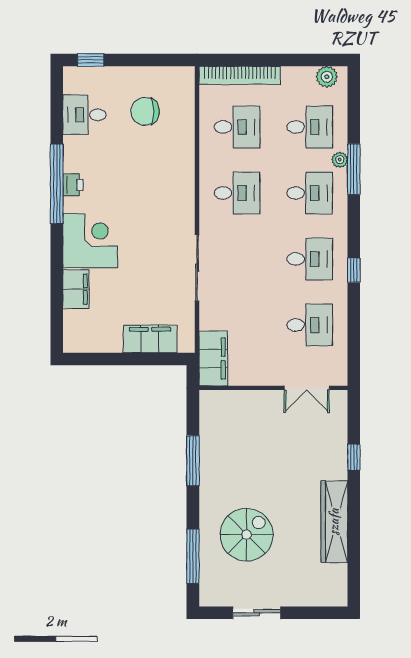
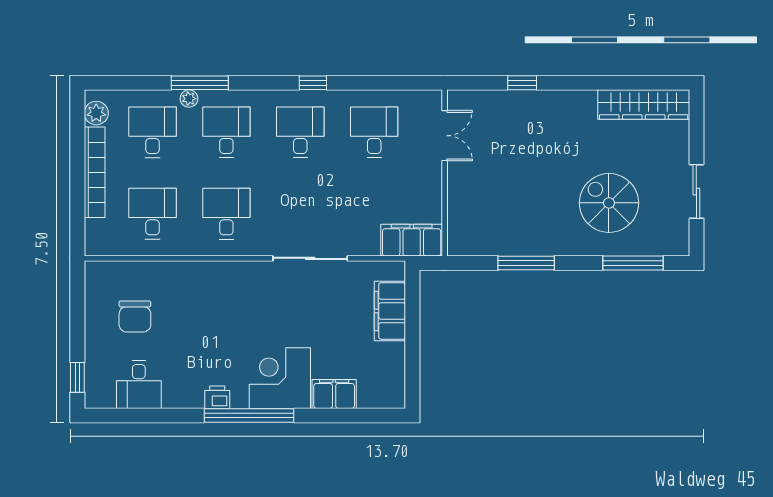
bookcase: (240, 75) -> (95, 172), moved
window: (57, 184) -> (249, 415), moved
wardrobe: (334, 522) -> (644, 105), moved

